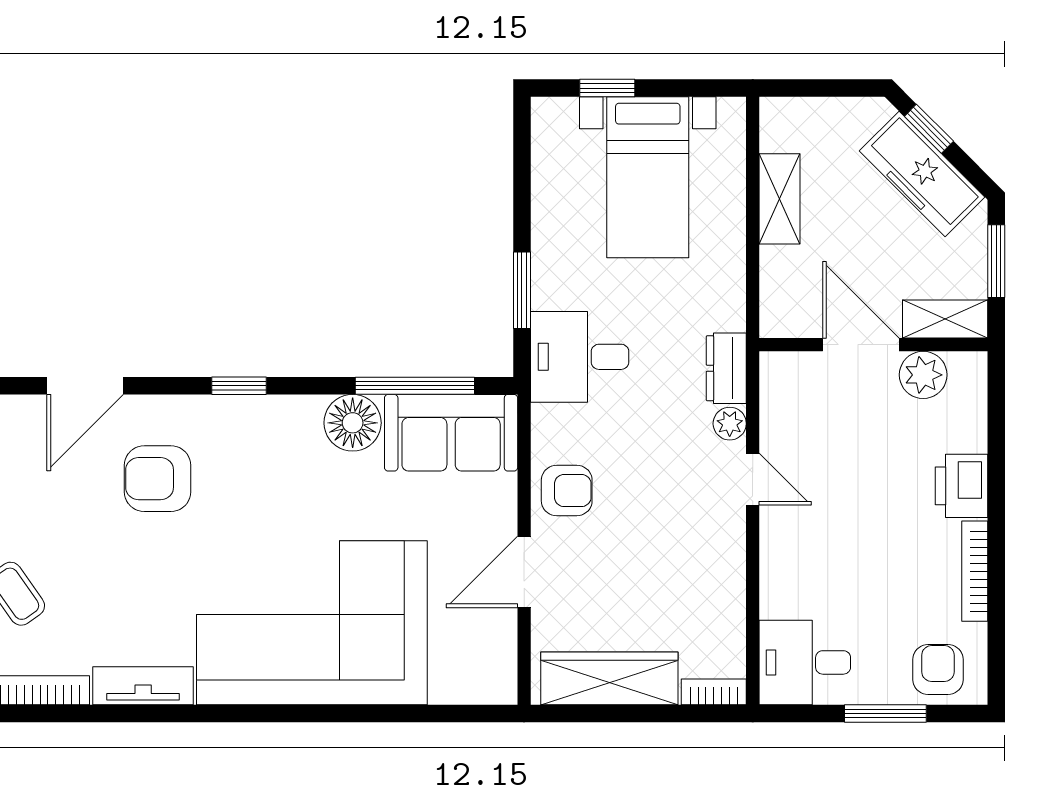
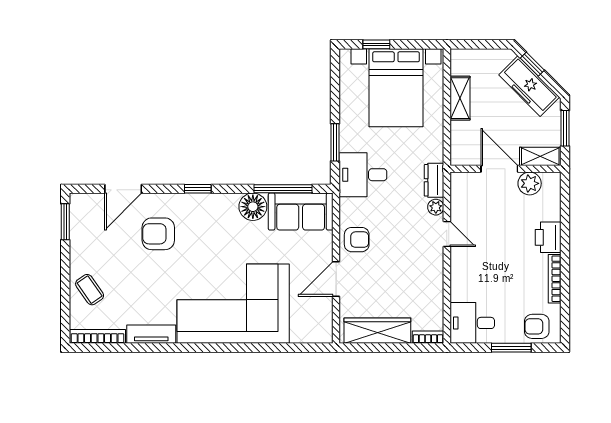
bed with nightstands: (648, 177) -> (396, 88), width x1.36
armchair: (938, 670) -> (537, 326), turned -90

